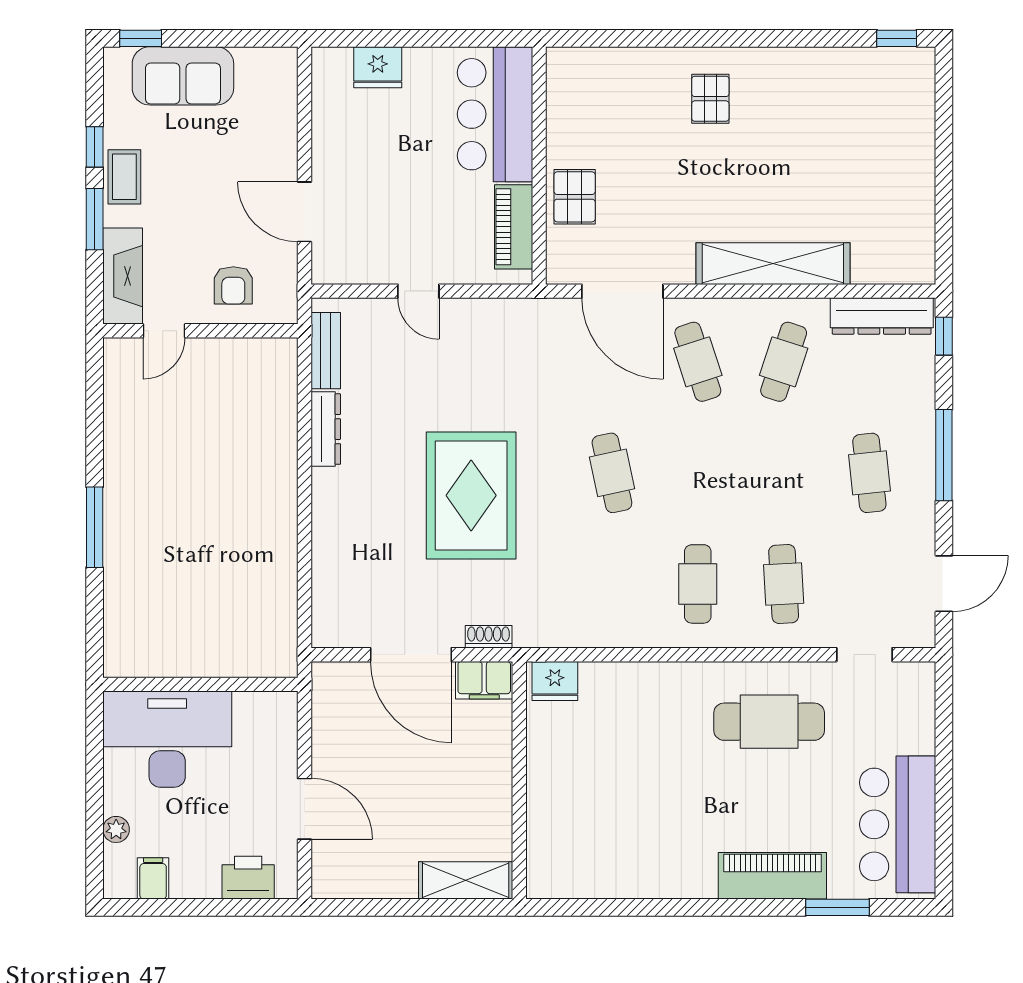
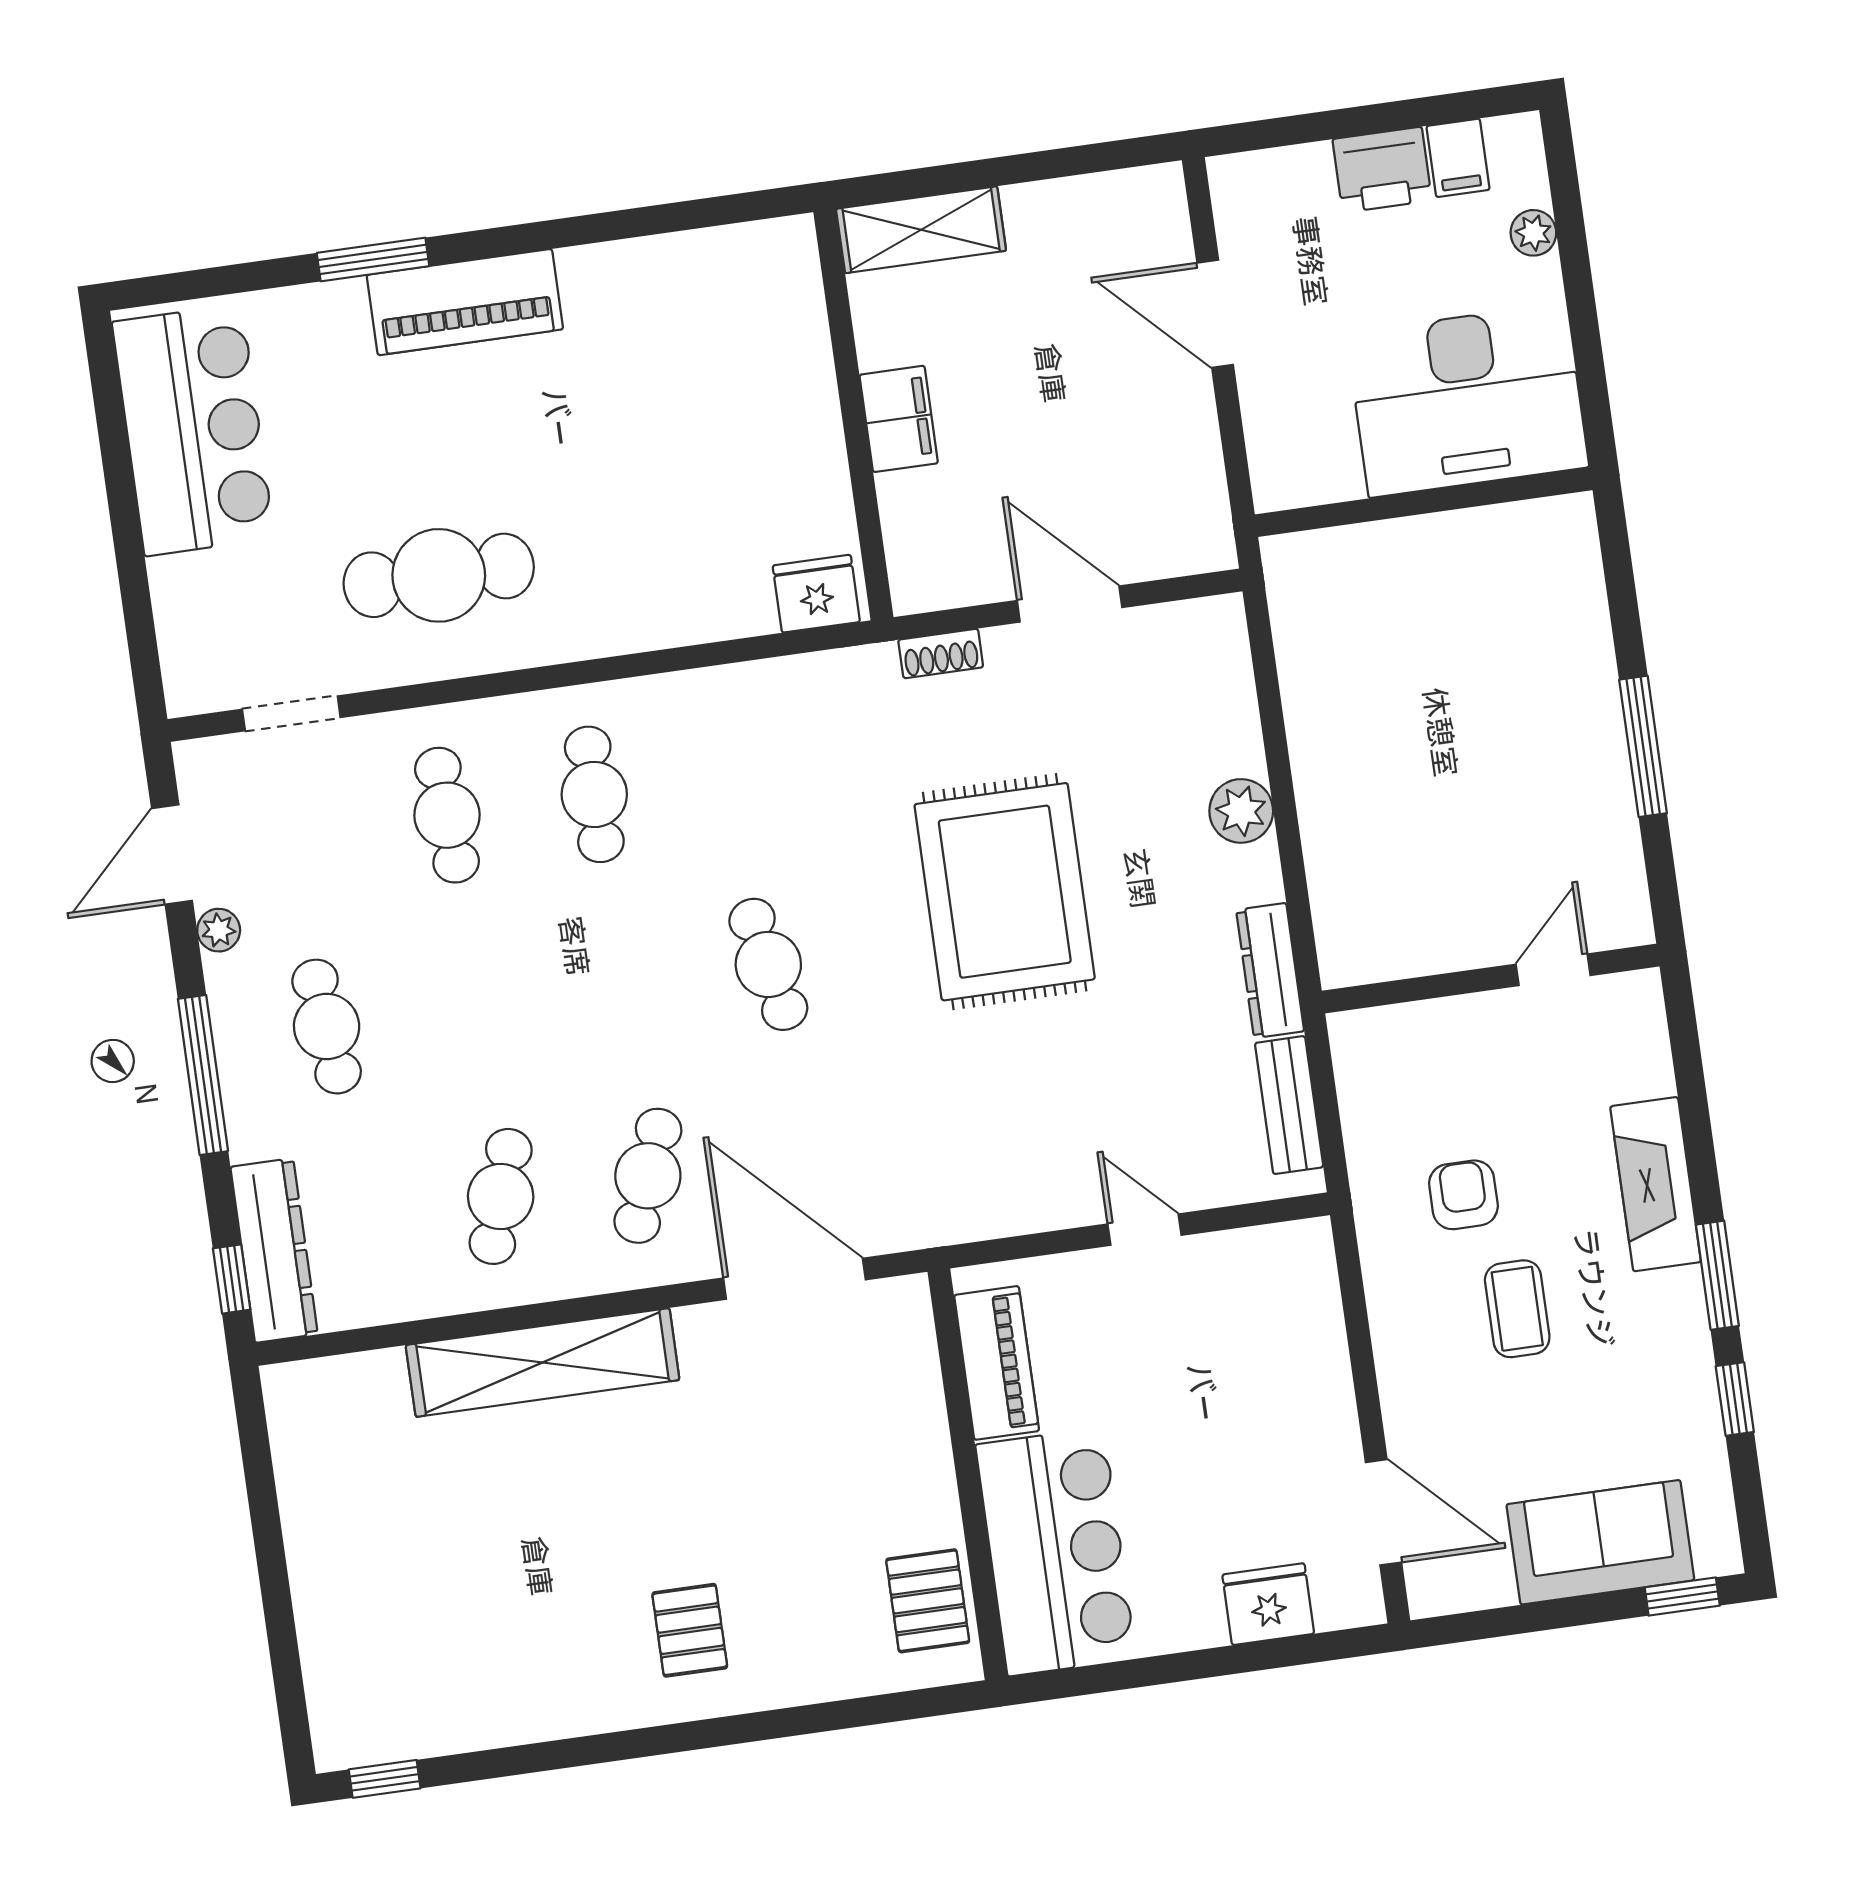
coffee table: (124, 177) -> (1517, 1309), moved
pallet: (575, 197) -> (928, 1601), moved
door: (304, 212) -> (1383, 1512), moved
dresser: (882, 316) -> (274, 1251), moved, turned 90
door: (164, 331) -> (1553, 970), moved
wall: (200, 331) -> (1491, 979), moved
cafe table: (698, 362) -> (648, 1176), turned 39
plant: (329, 523) -> (1241, 811), added
plant: (923, 537) -> (219, 930), added
door: (411, 655) -> (1070, 604), width x0.73
filing cabinet: (484, 680) -> (899, 419), moved, turned 90
piano: (772, 876) -> (465, 302), moved
printer: (248, 878) -> (1382, 170), moved
window: (837, 907) -> (373, 259), moved

